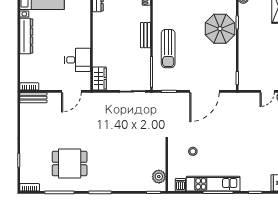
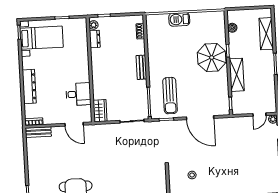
dresser: (26, 36) -> (29, 86), moved
shelving: (245, 48) -> (237, 75), added
sun lounger: (168, 49) -> (170, 96), moved
door: (71, 91) -> (74, 124), hinge flipped
door: (204, 91) -> (200, 118), hinge flipped

